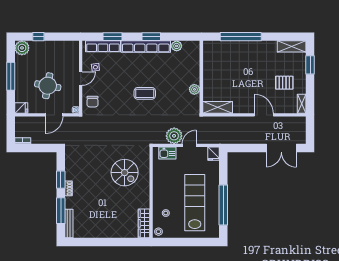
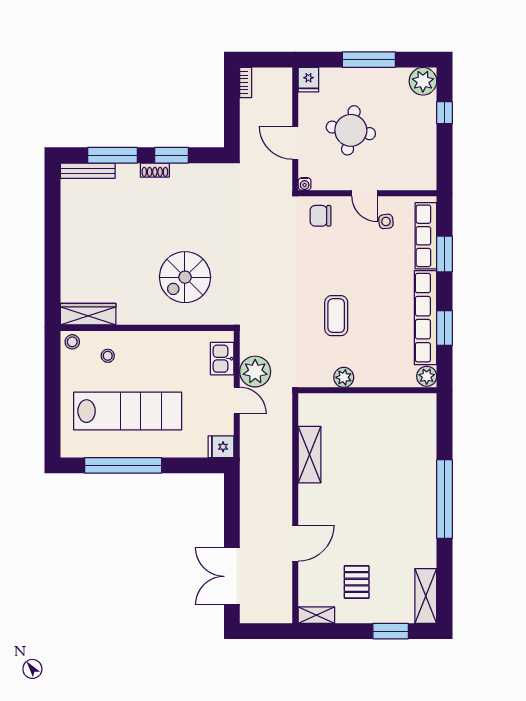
wall: (201, 77) -> (367, 390), moved
plant: (194, 89) -> (344, 377), moved

